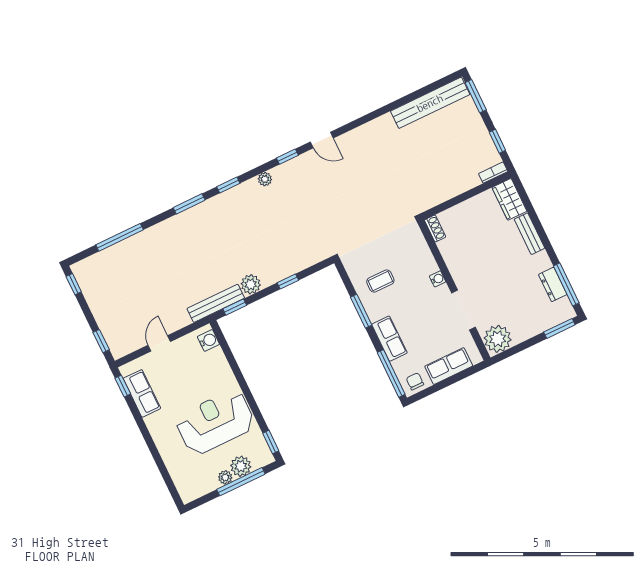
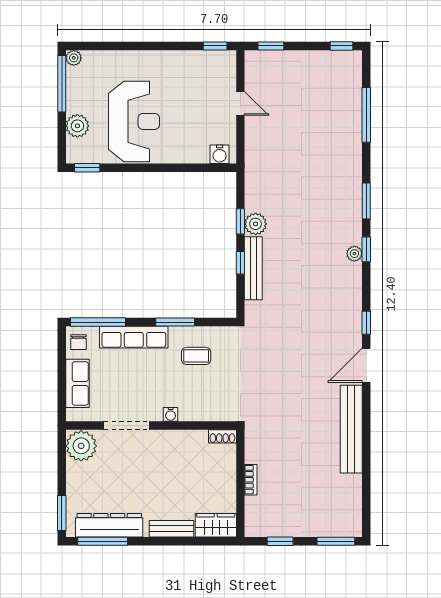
bench: (430, 103) -> (351, 429), moved
door: (322, 140) -> (366, 365), width x1.38
bookcase: (493, 173) -> (251, 480), moved
plant: (265, 179) -> (354, 254), moved
coffee table: (380, 281) -> (196, 356), turned 90
dresser: (553, 284) -> (109, 525), width x1.96, depth x1.24
bench: (216, 303) -> (253, 268), moved
window: (235, 307) -> (240, 221), moved
row of seats: (389, 339) -> (134, 337), width x1.48
chair: (415, 381) -> (78, 342), turned 90
row of seats: (142, 393) -> (198, 62), removed
plant: (225, 477) -> (74, 58), moved
window: (241, 482) -> (62, 84), moved

